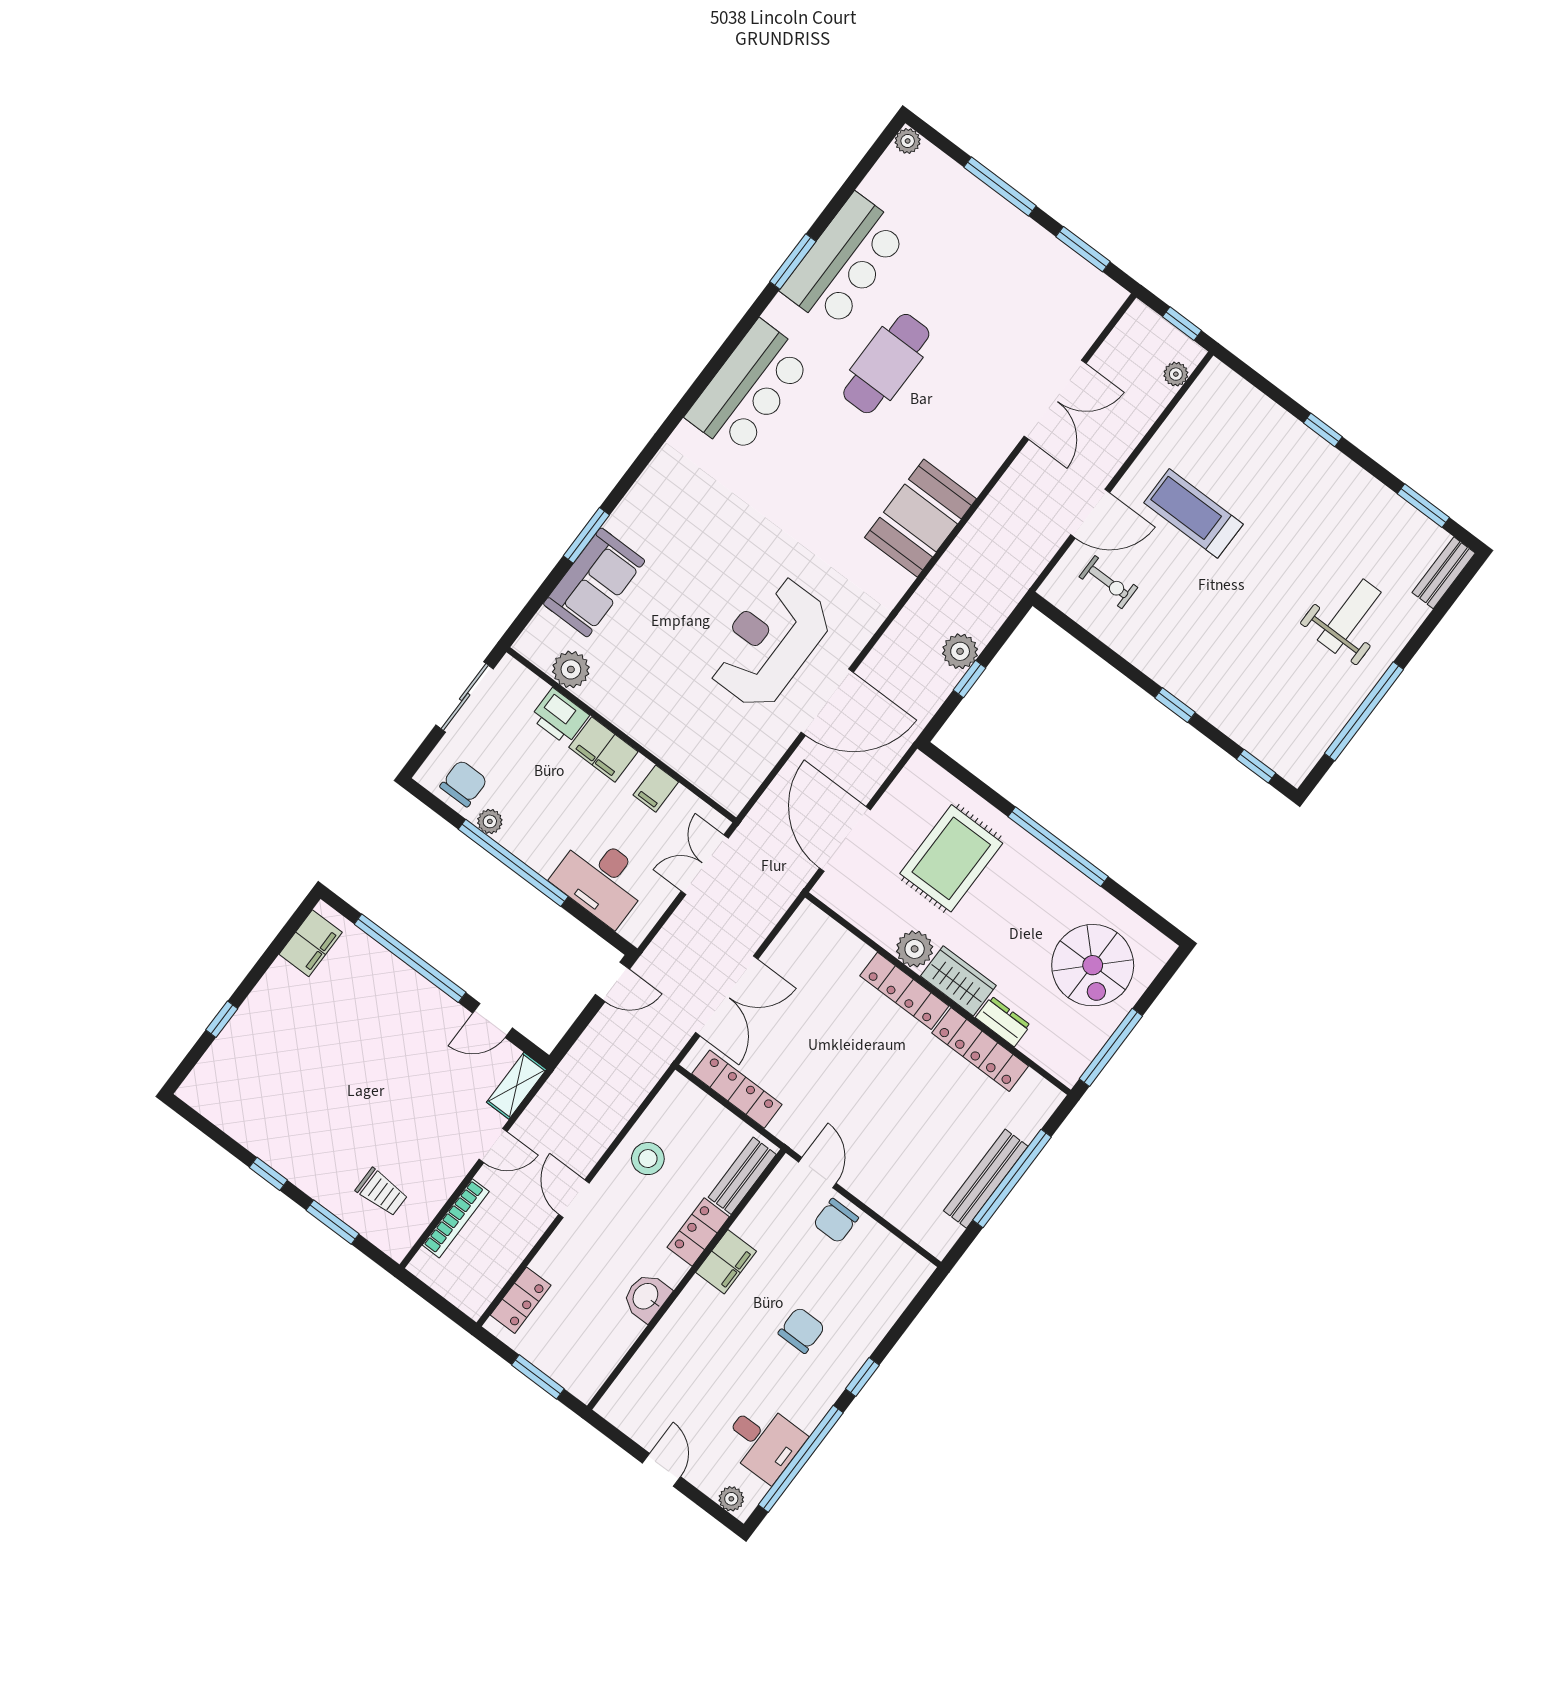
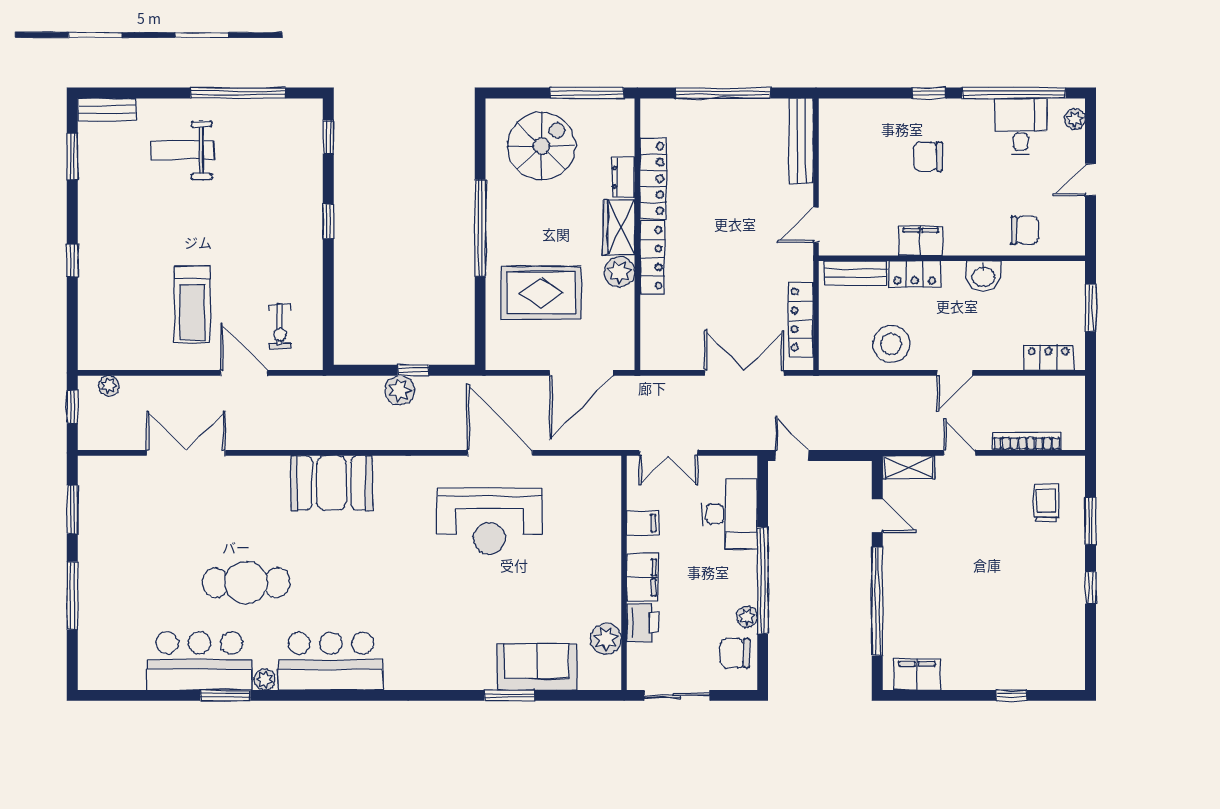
plant: (908, 141) -> (265, 680), moved
exercise bike: (1108, 582) -> (280, 327), turned 180
stool: (648, 1159) -> (891, 344), width x1.38, depth x1.38
bench: (986, 1179) -> (801, 141), moved, turned 90
chair: (836, 1221) -> (1025, 230), moved

